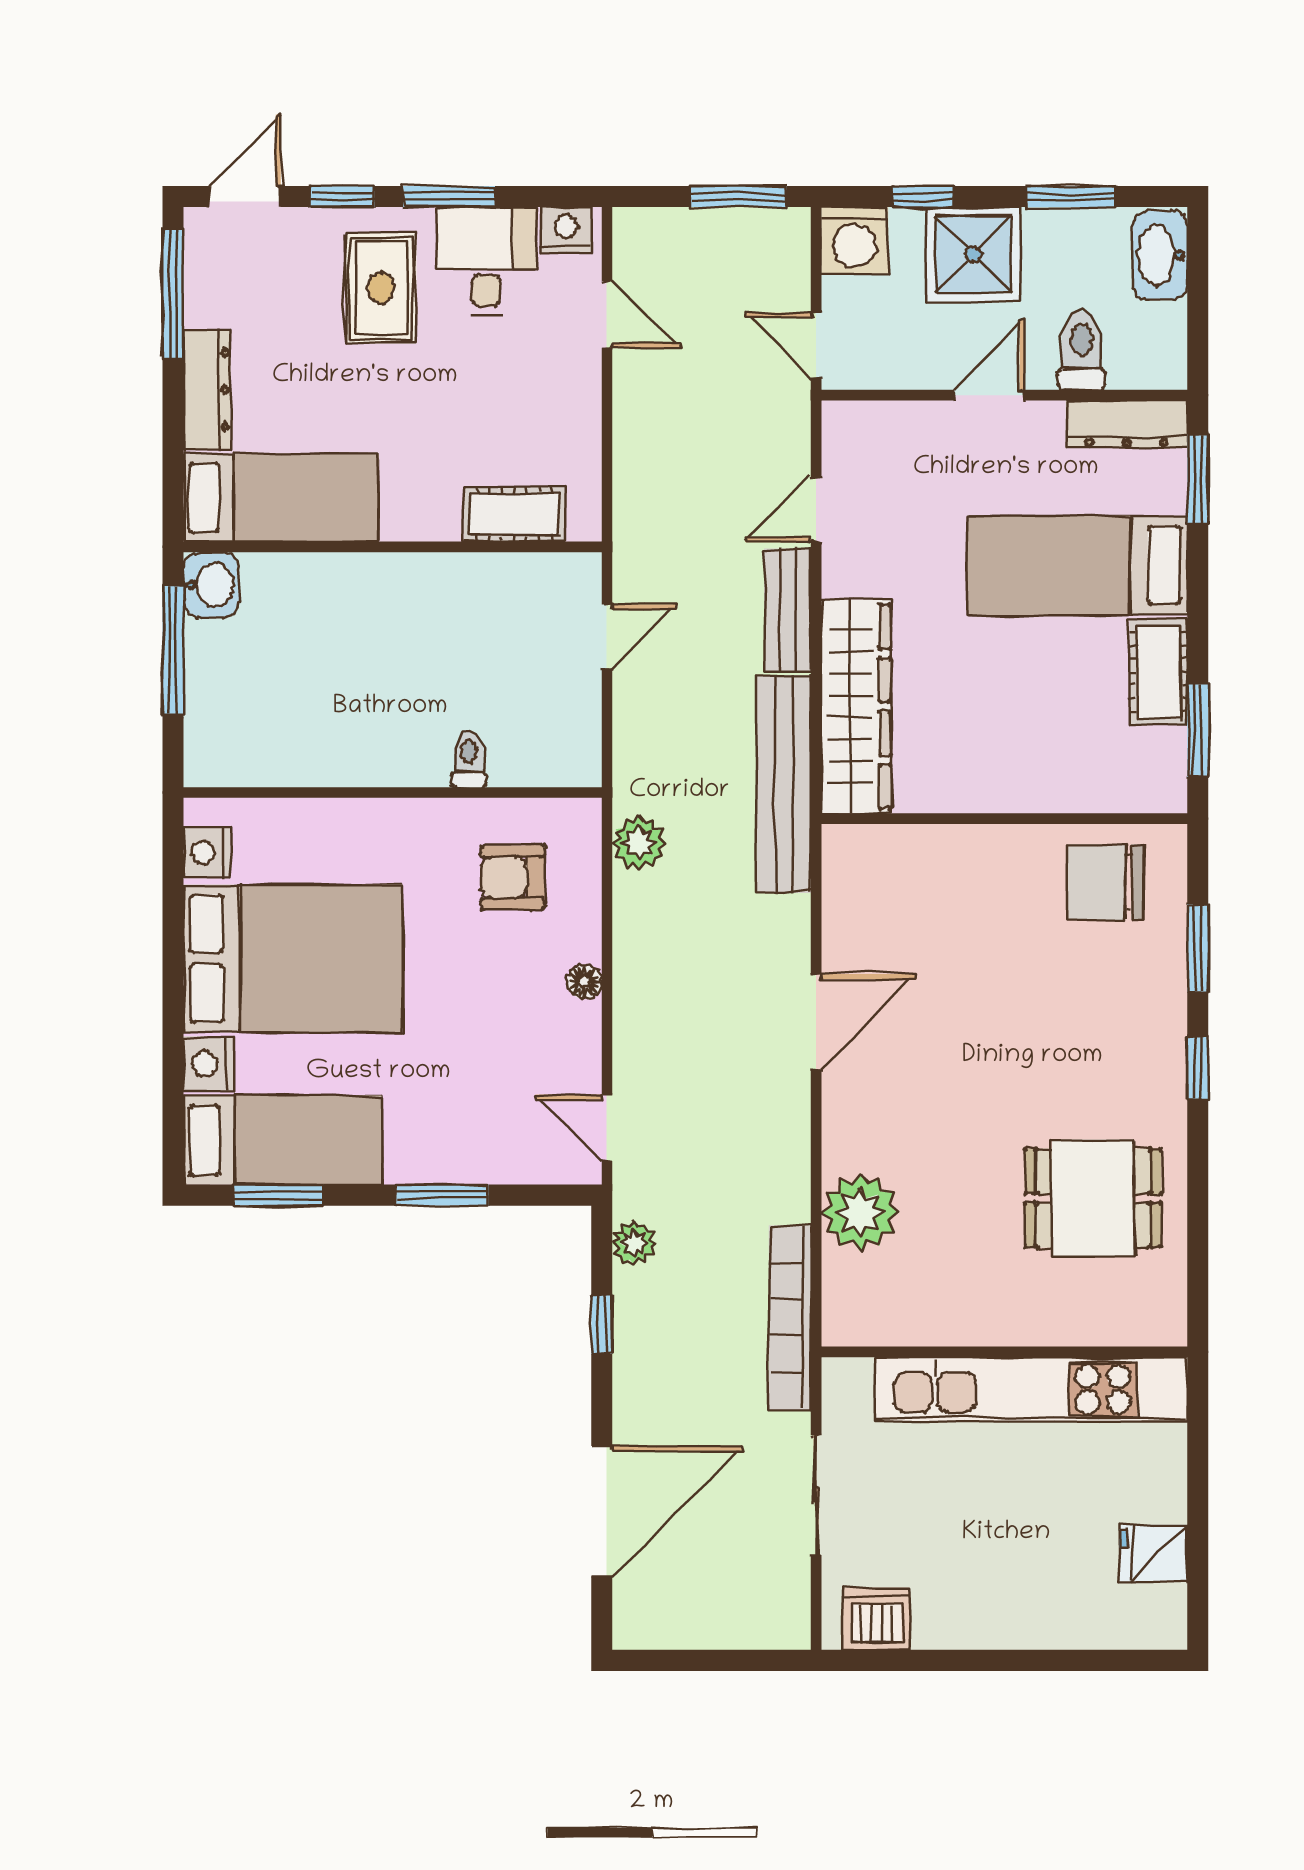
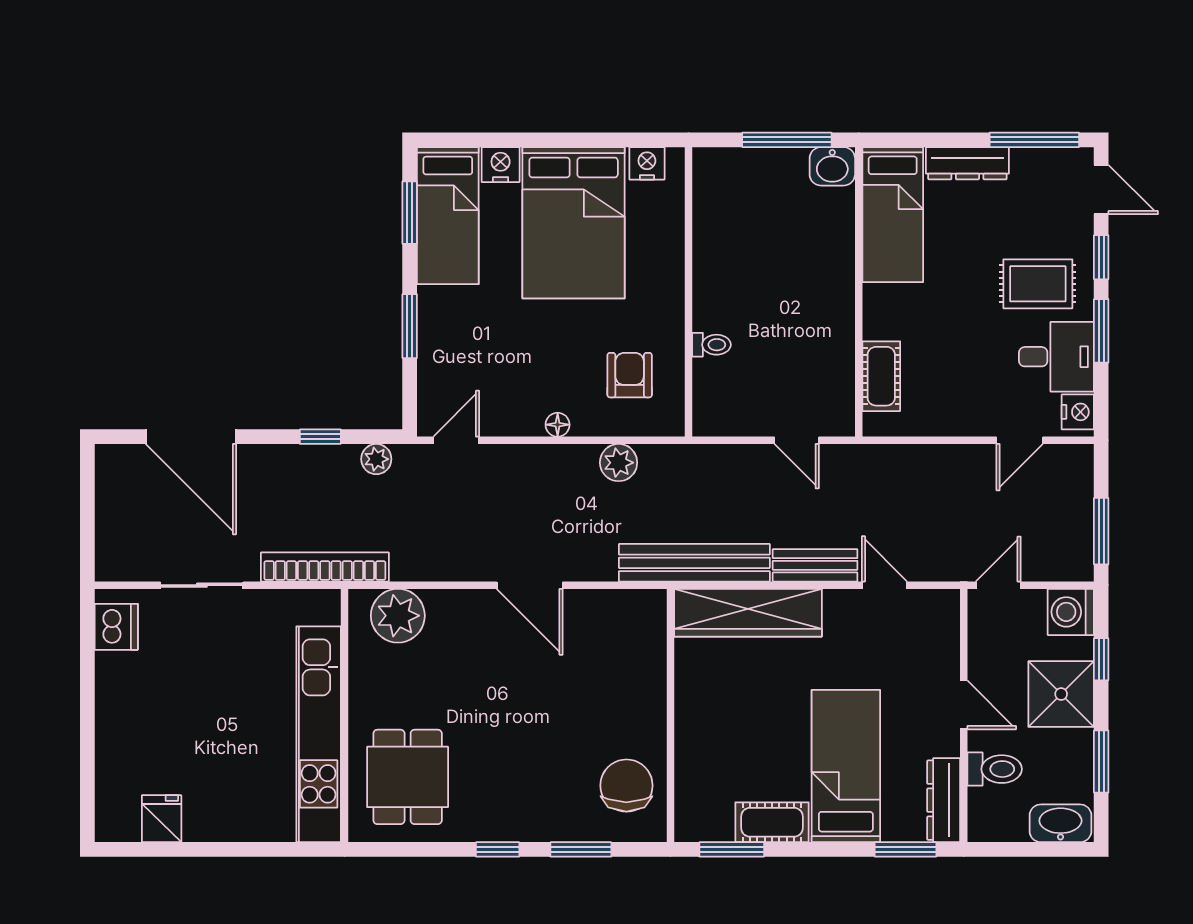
plant: (639, 843) -> (619, 463), moved
wall: (1004, 1352) -> (345, 715), moved
kitchen unit: (1031, 1389) -> (319, 734), moved

